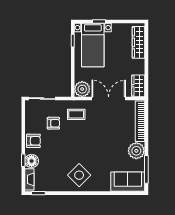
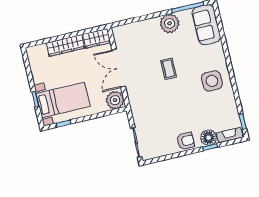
wardrobe: (139, 42) -> (65, 45), moved
coffee table: (76, 114) -> (169, 69), moved
bookcase: (140, 121) -> (136, 27), removed
armchair: (53, 123) -> (161, 123), removed
armchair: (33, 141) -> (186, 141), turned 90
side table: (79, 175) -> (212, 81), turned 45

